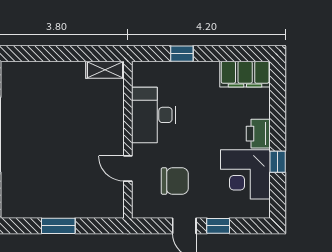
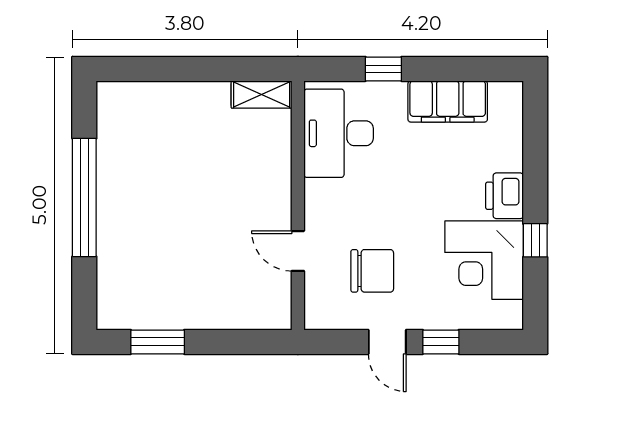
filing cabinet: (245, 74) -> (448, 101), moved
desk: (154, 115) -> (339, 133), moved
window: (58, 226) -> (158, 342), moved

